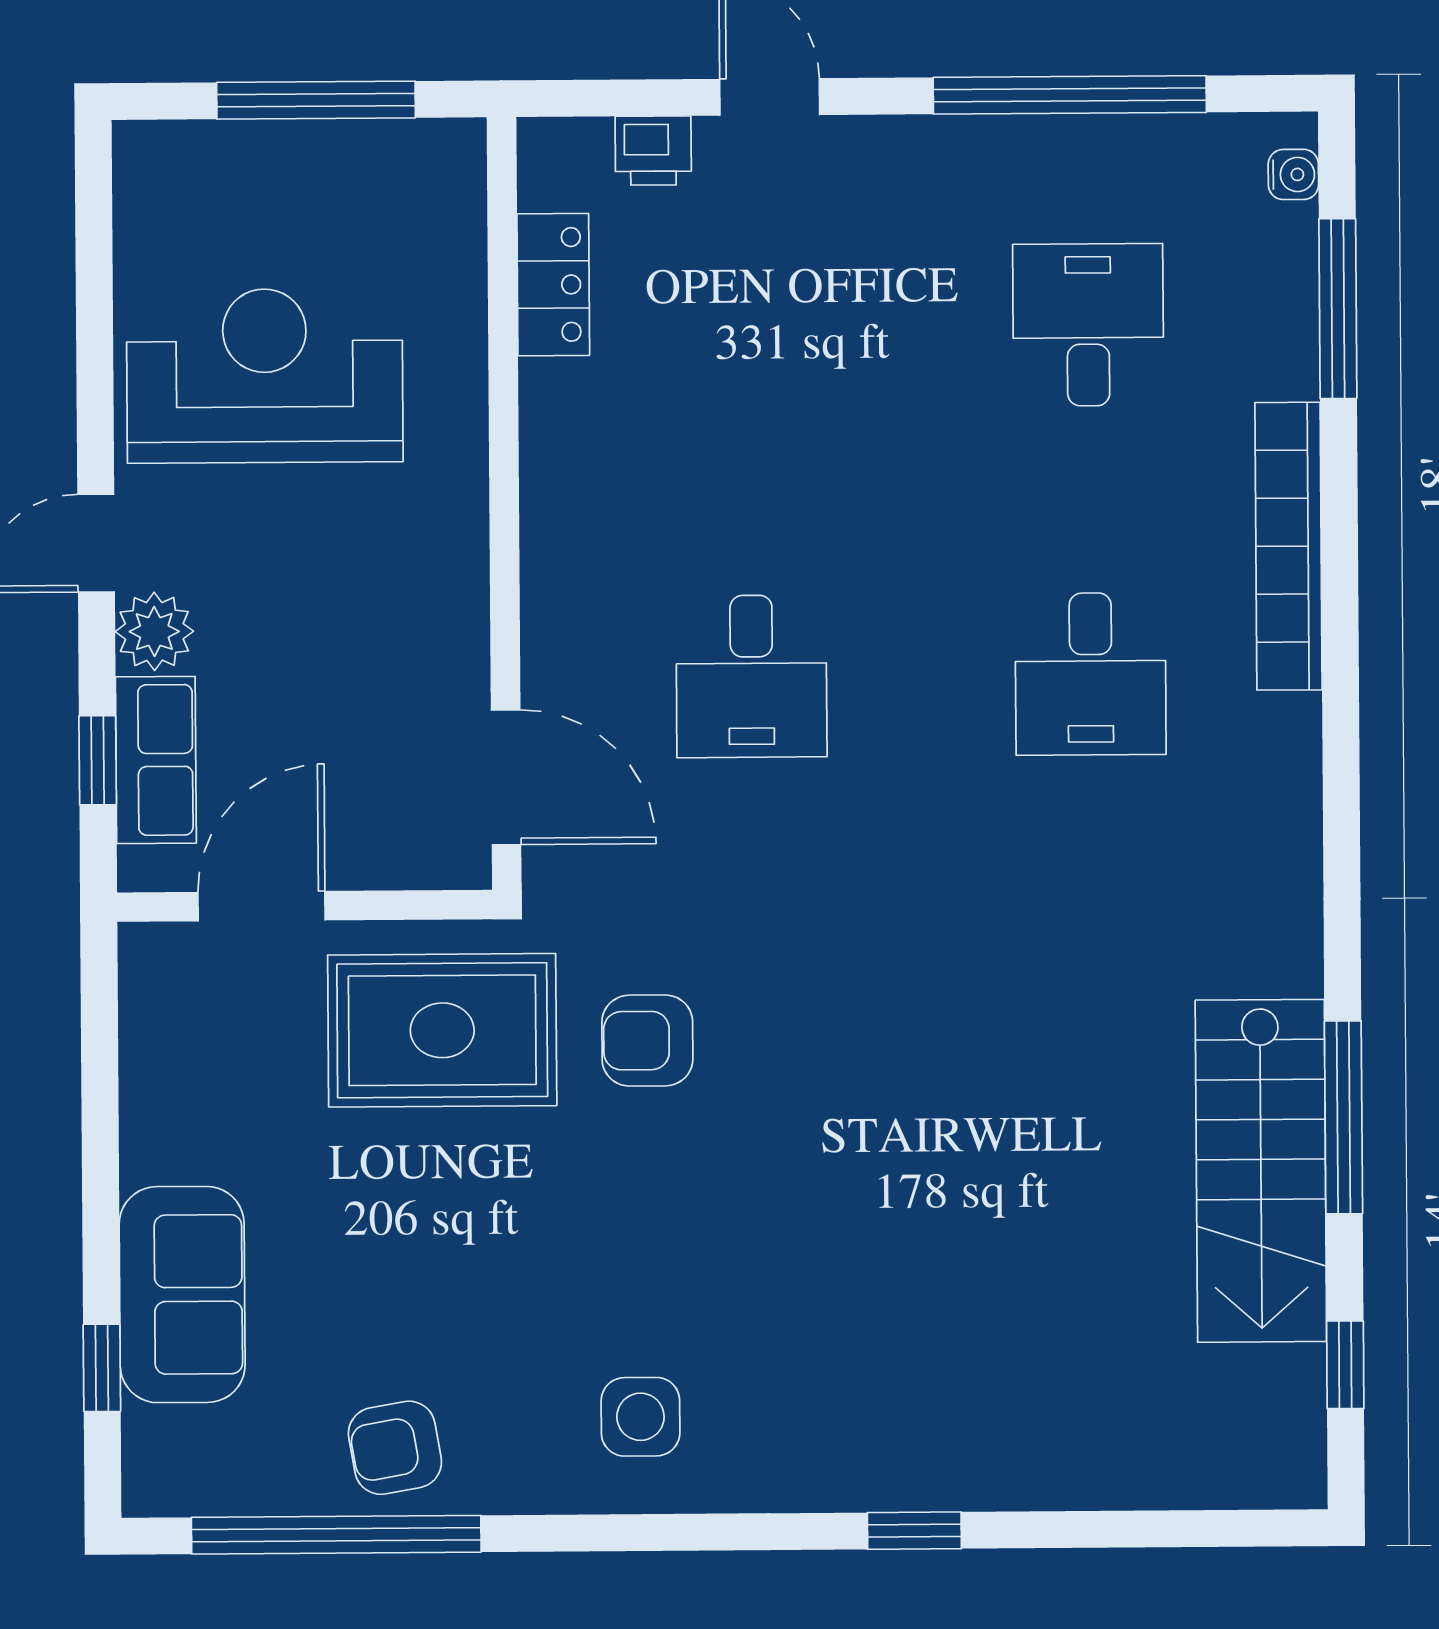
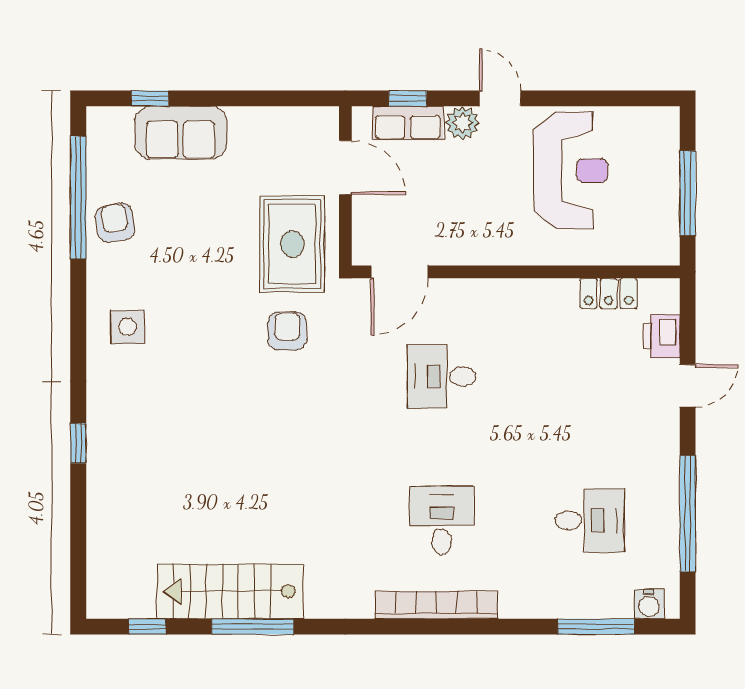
printer: (653, 151) -> (662, 336), width x1.36, depth x1.24
water cooler: (1293, 174) -> (649, 604), width x1.38, depth x1.38
bookcase: (1288, 546) -> (437, 605), moved
desk: (1091, 674) -> (442, 520), turned 90

